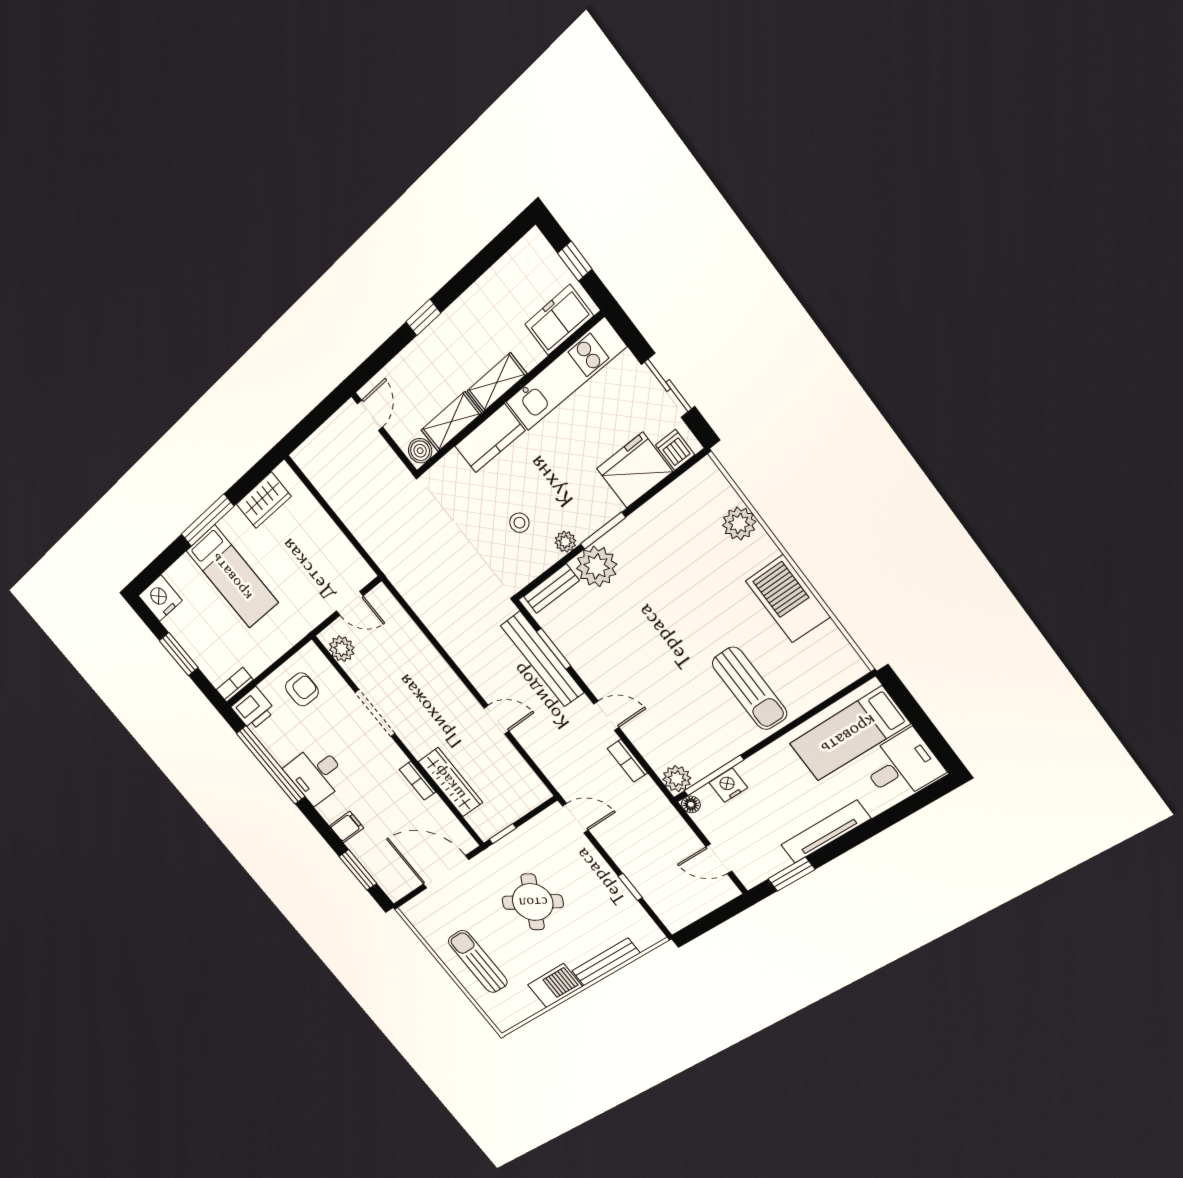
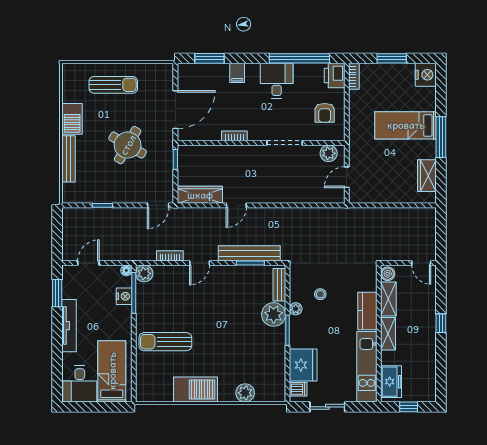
wardrobe: (450, 782) -> (200, 195), moved, turned 180

